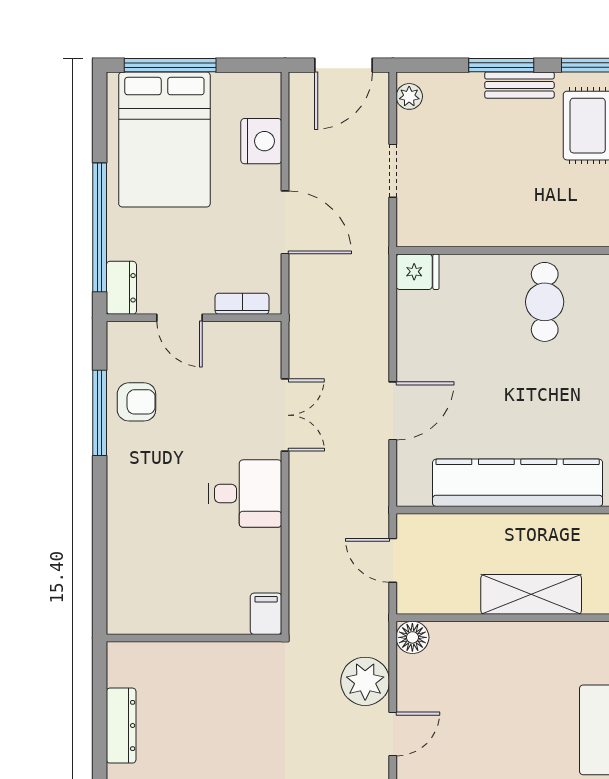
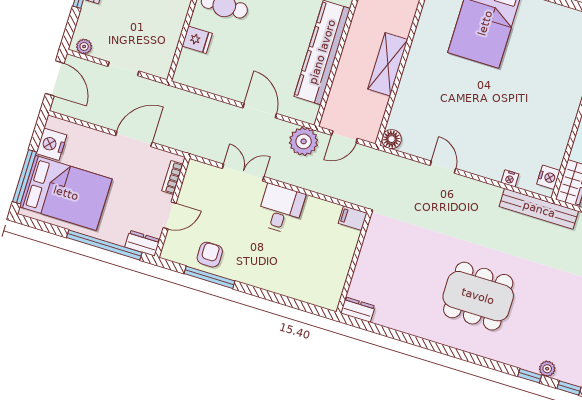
nightstand: (261, 141) -> (51, 144), moved, turned -90
fridge: (418, 272) -> (197, 40), moved, turned 90
plant: (365, 681) -> (304, 141), moved
dresser: (121, 726) -> (358, 310), moved, width x0.70

